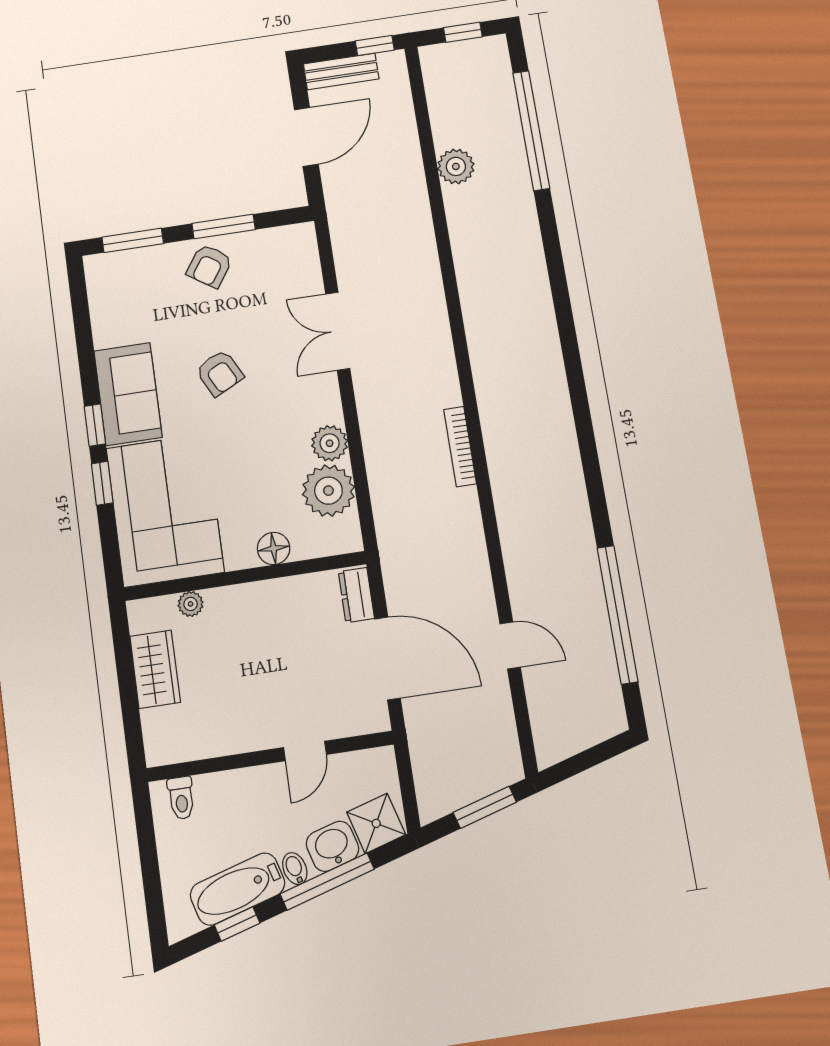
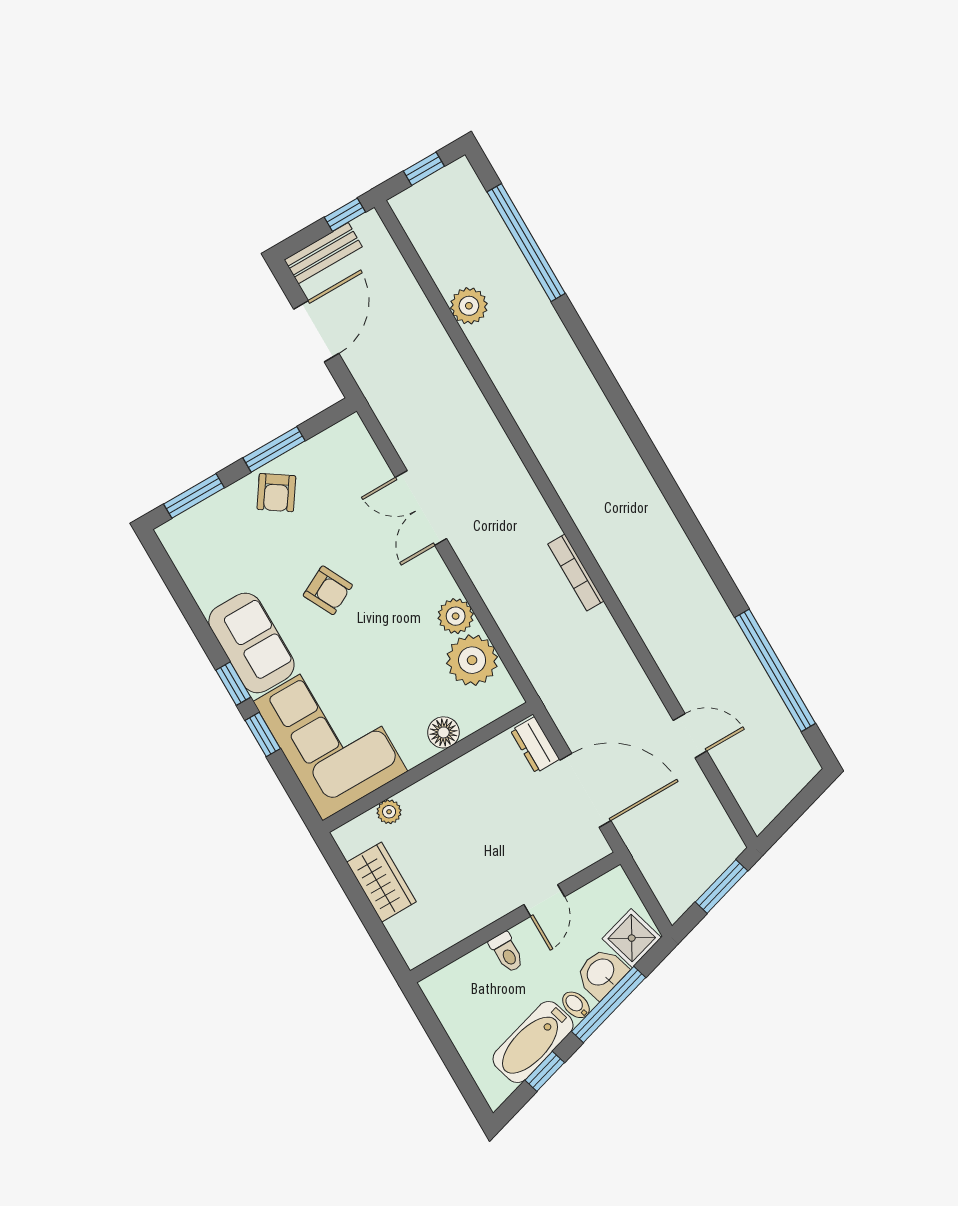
toilet: (181, 798) -> (507, 952), moved

